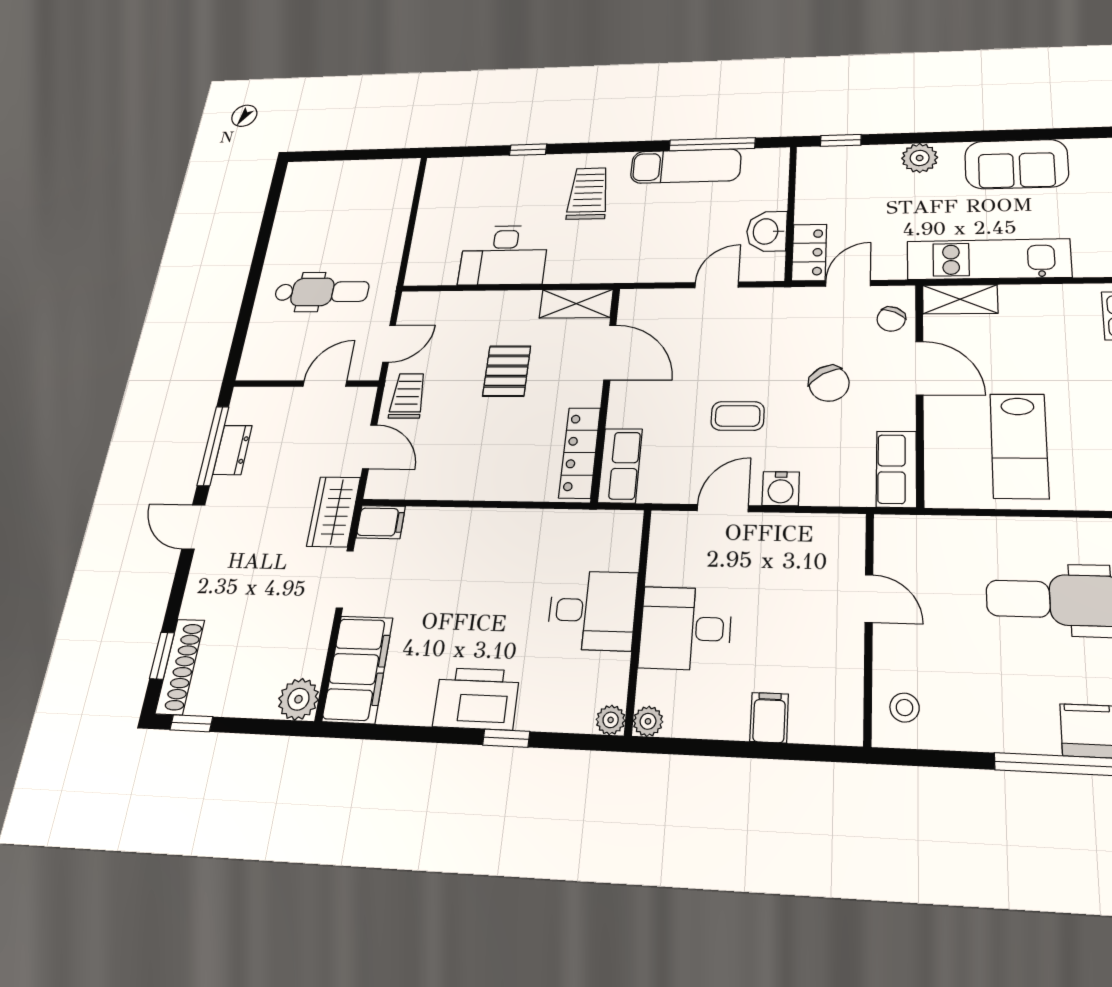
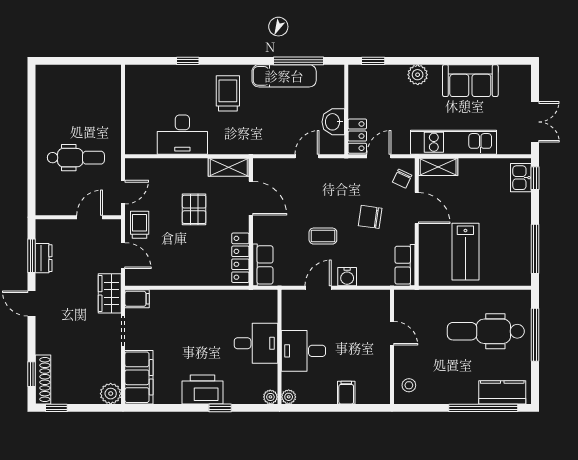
chair: (829, 383) -> (370, 217), turned 129
window: (213, 446) -> (32, 256), width x0.69

